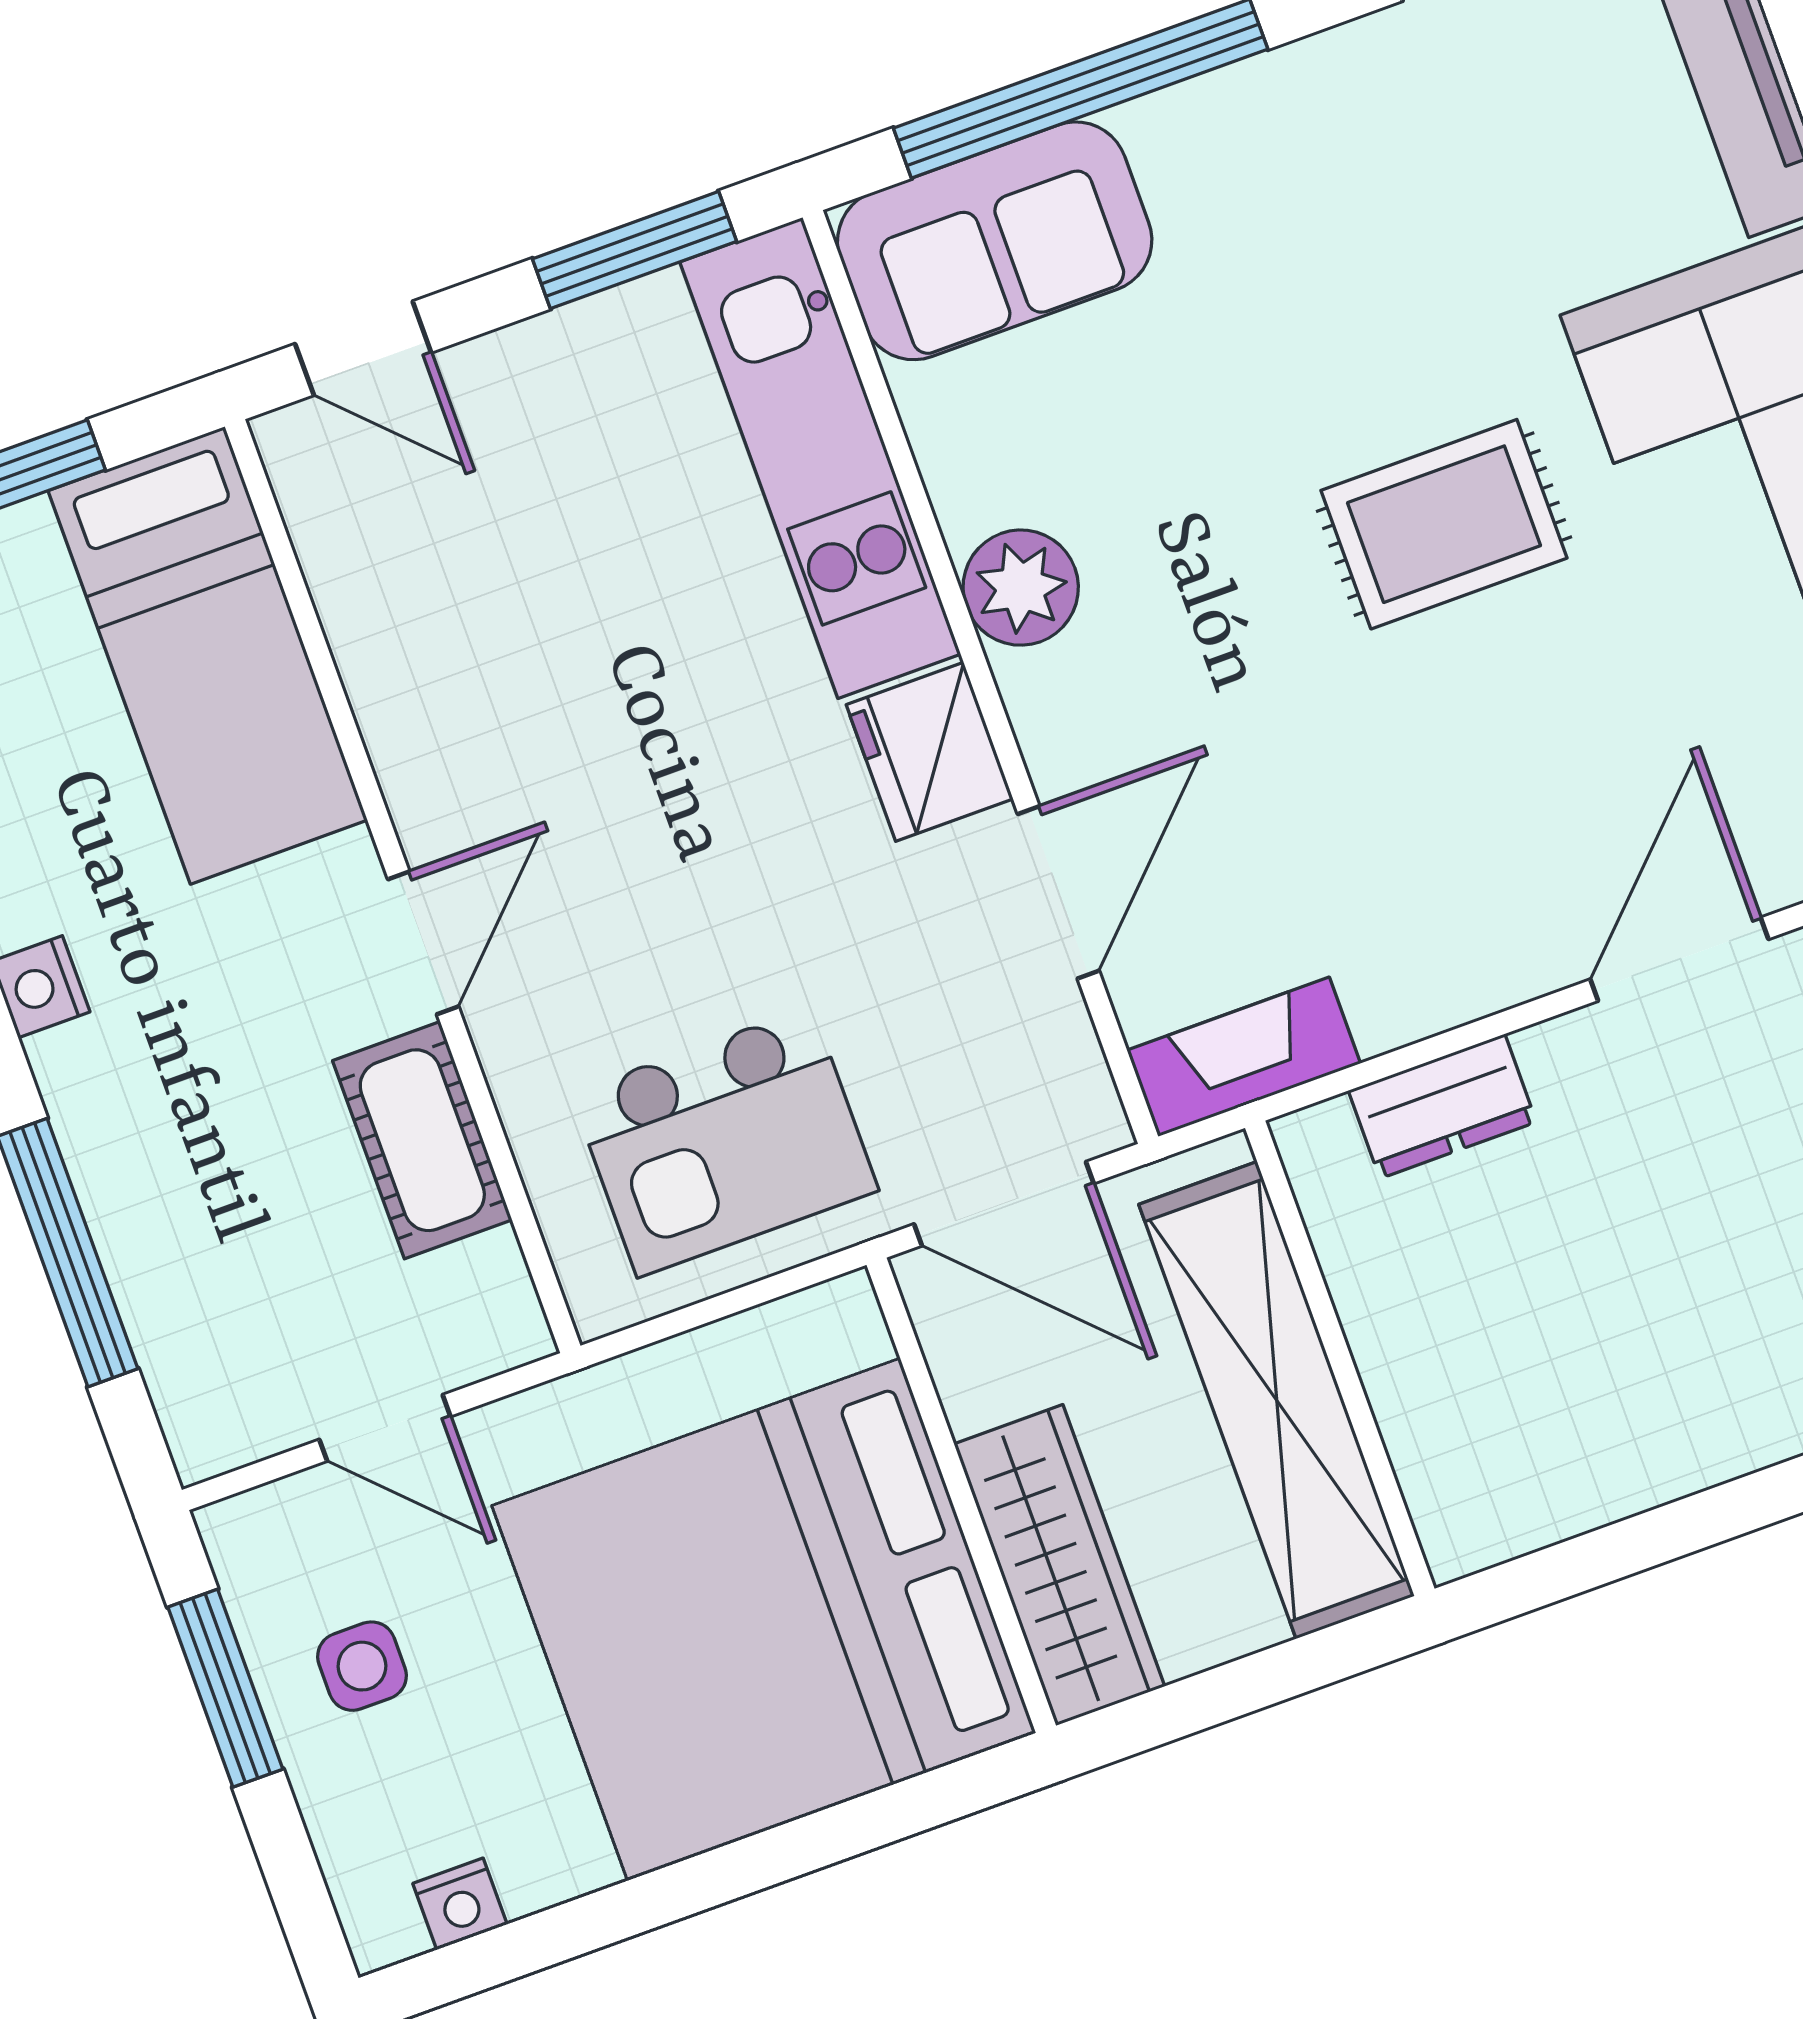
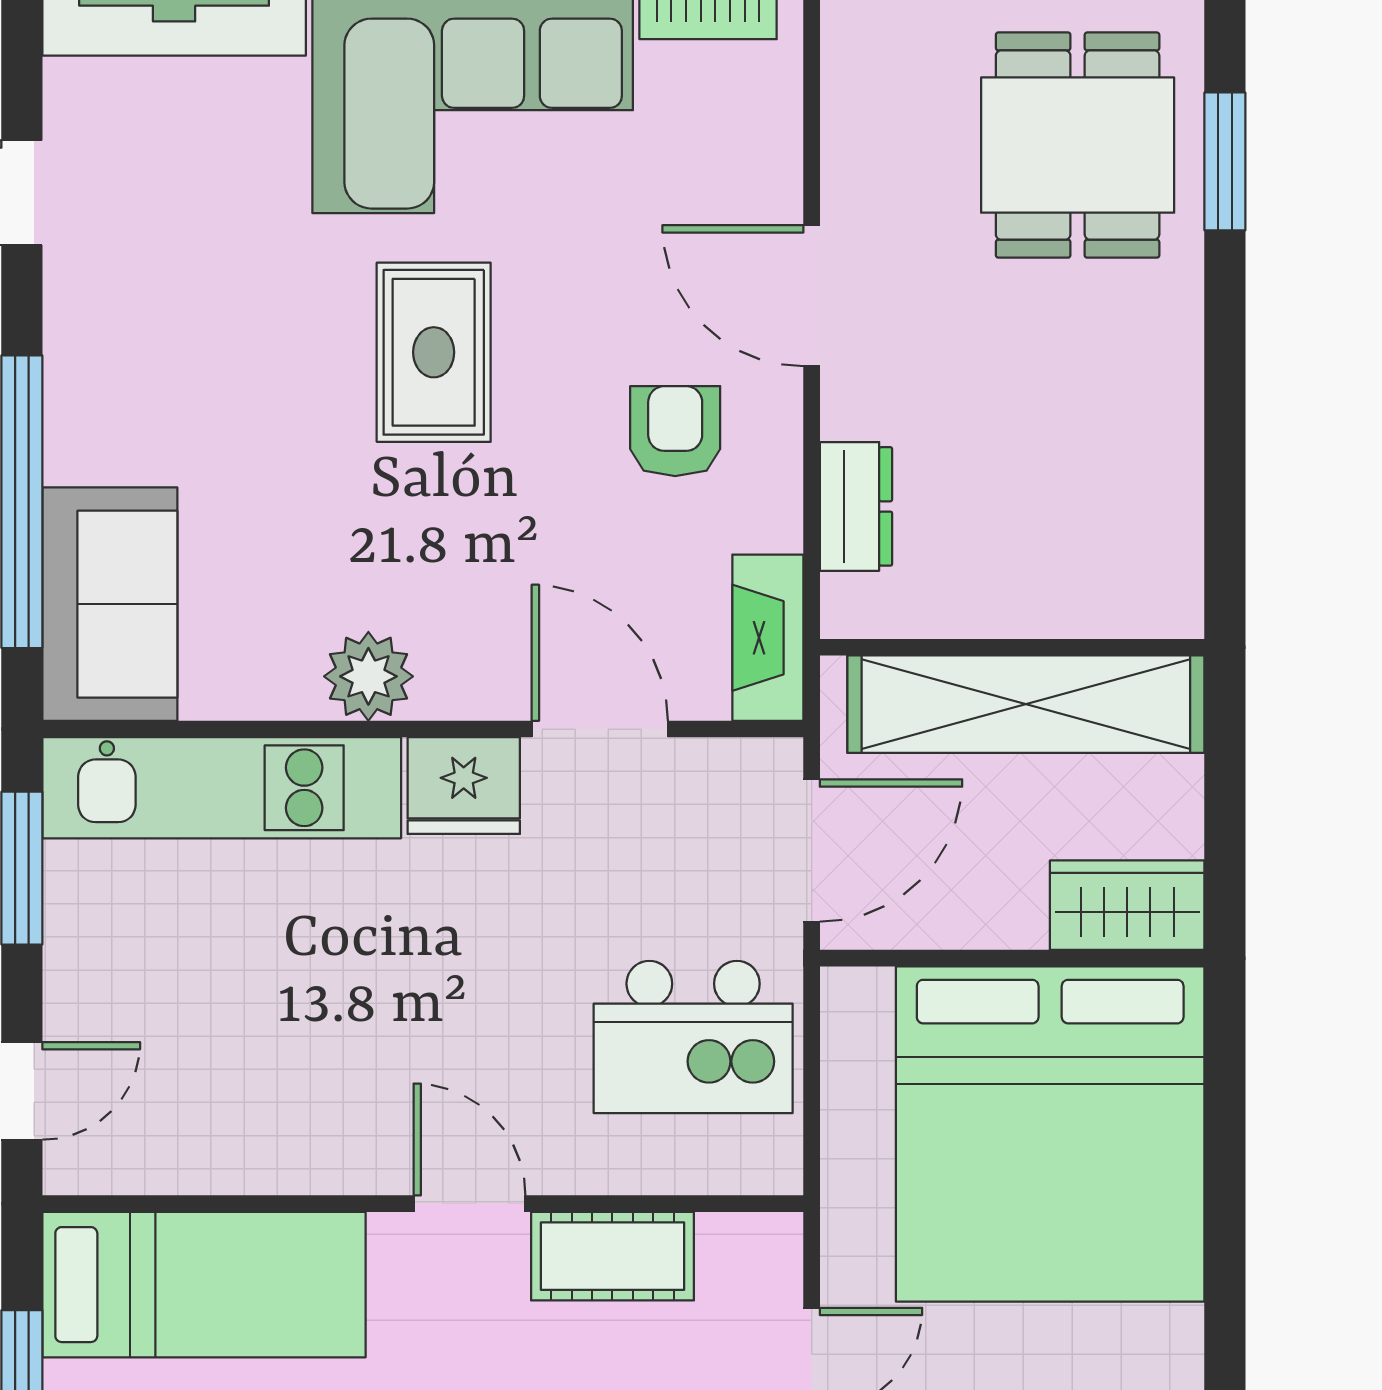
armchair: (1454, 853) -> (675, 431), added
kitchen island: (725, 1142) -> (693, 1037), turned 90
wardrobe: (1059, 1565) -> (1127, 905), width x0.67

